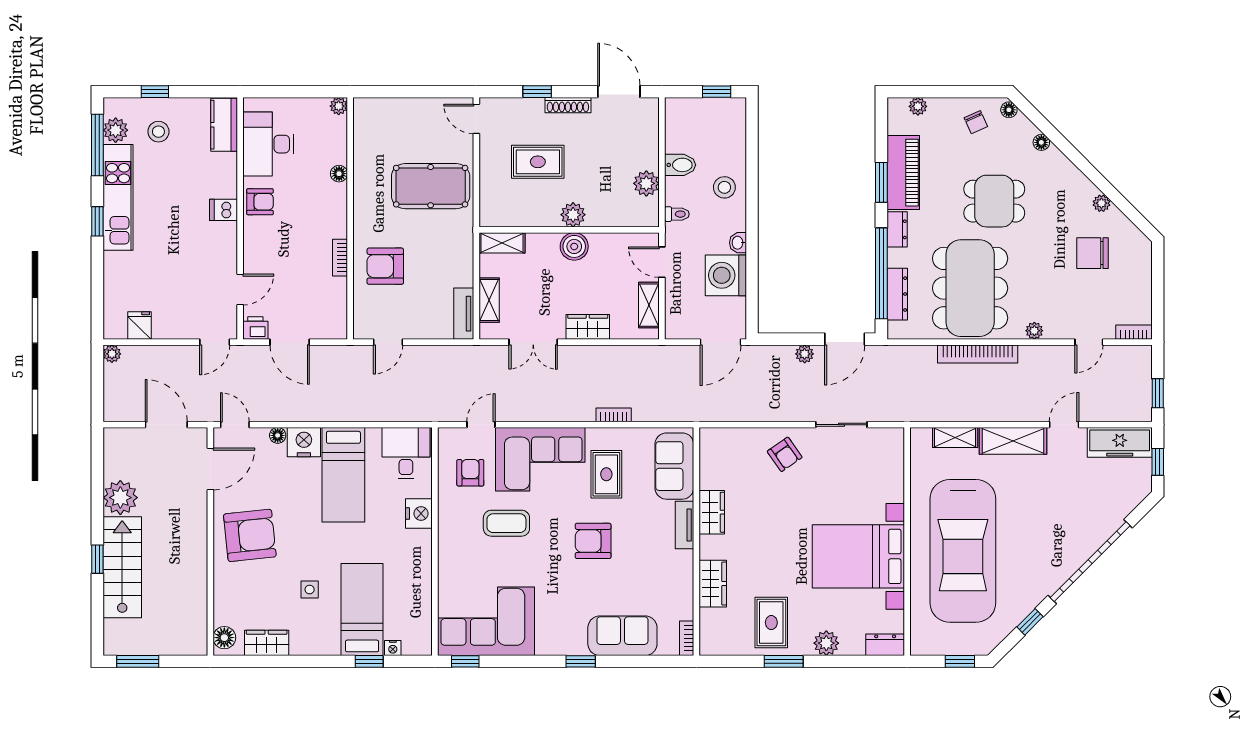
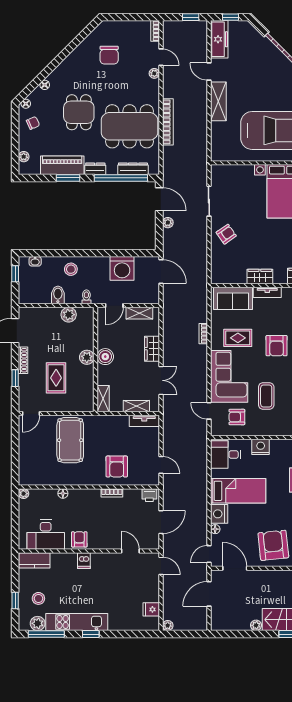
plant: (1101, 203) -> (80, 50), removed
washbasin: (738, 243) -> (35, 261), moved
printer: (255, 328) -> (149, 495), moved, turned -90
plant: (1034, 331) -> (154, 73), moved
shelving: (955, 437) -> (216, 135), removed
plant: (120, 498) -> (256, 625), width x0.53, depth x0.53

